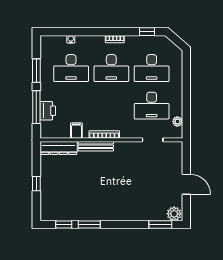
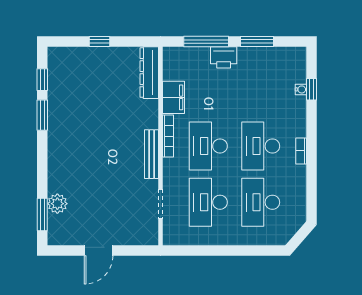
window: (147, 32) -> (311, 89), moved
desk: (71, 68) -> (208, 146), moved
printer: (48, 111) -> (224, 57), moved
plant: (177, 121) -> (186, 238), removed
filing cabinet: (76, 131) -> (173, 97), width x2.00
bench: (96, 146) -> (152, 154), moved
plant: (174, 214) -> (57, 204), moved

